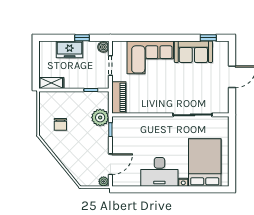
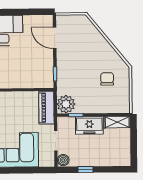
freezer: (70, 49) -> (89, 125), moved, turned 180
plant: (100, 117) -> (66, 104), moved
door: (110, 164) -> (55, 38), hinge flipped
plant: (104, 181) -> (62, 20), removed

